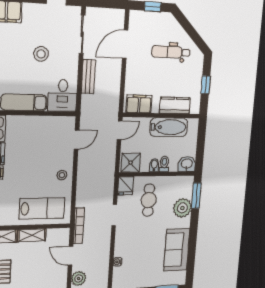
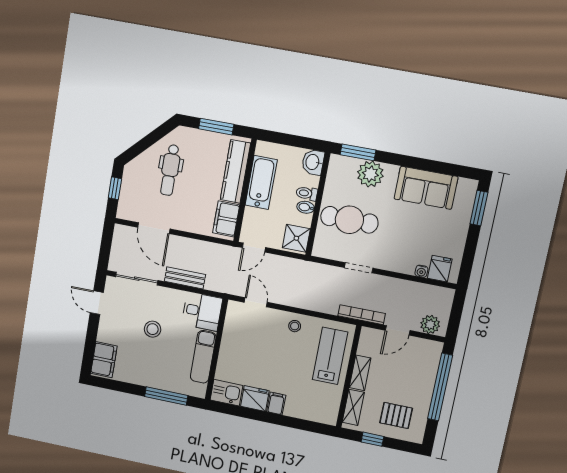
window: (206, 85) -> (216, 127), width x1.50
kitchen counter: (175, 105) -> (235, 171), width x1.50
door: (120, 130) -> (254, 248), swing flipped
fridge: (126, 186) -> (440, 269), moved, turned -90
cafe table: (149, 200) -> (349, 220), width x1.37, depth x1.35

